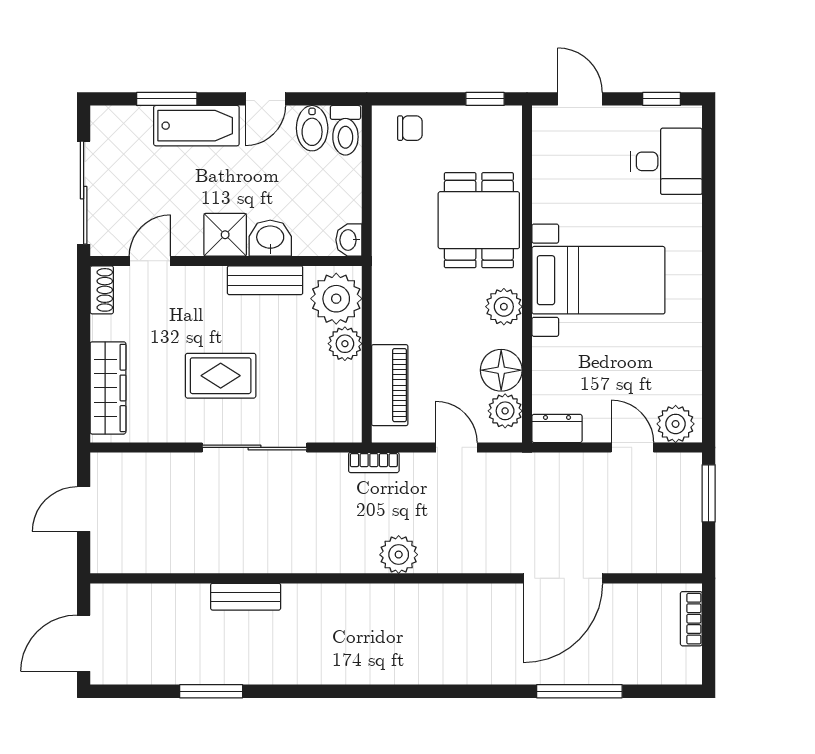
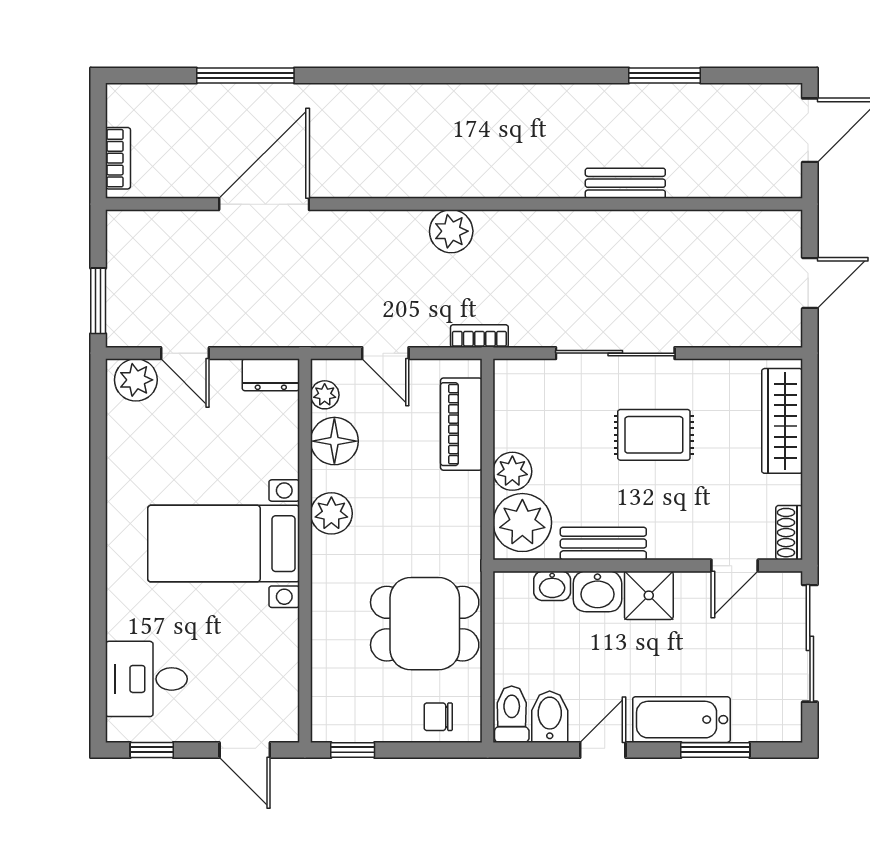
dining table: (479, 220) -> (425, 624), moved, turned 90
washbasin: (349, 240) -> (552, 586), moved, turned 90
plant: (505, 411) -> (325, 395), width x0.73, depth x0.73

